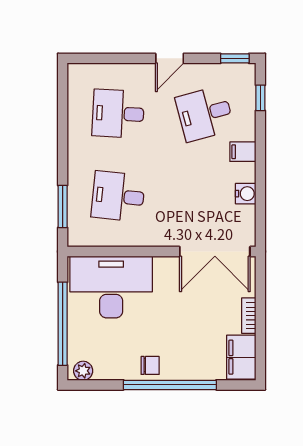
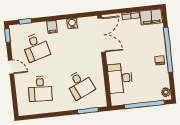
desk: (118, 196) -> (80, 85), turned -30
desk: (111, 287) -> (120, 78), width x0.73, depth x0.77

